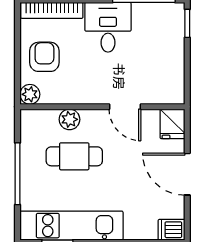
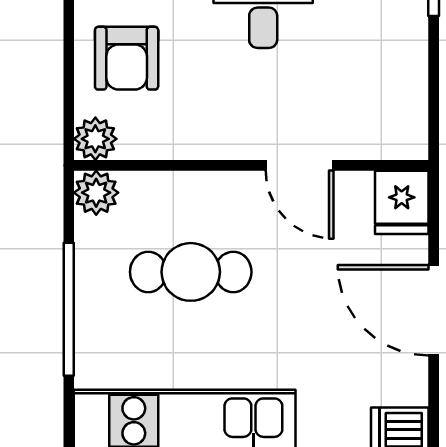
armchair: (44, 57) -> (127, 58), turned 180
plant: (69, 119) -> (96, 193), moved

